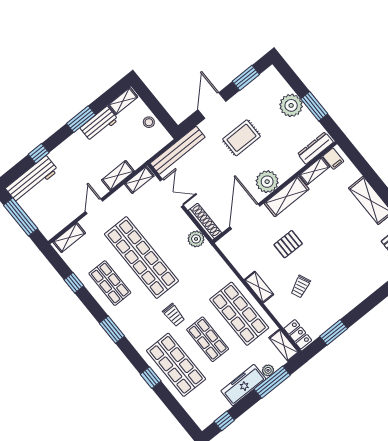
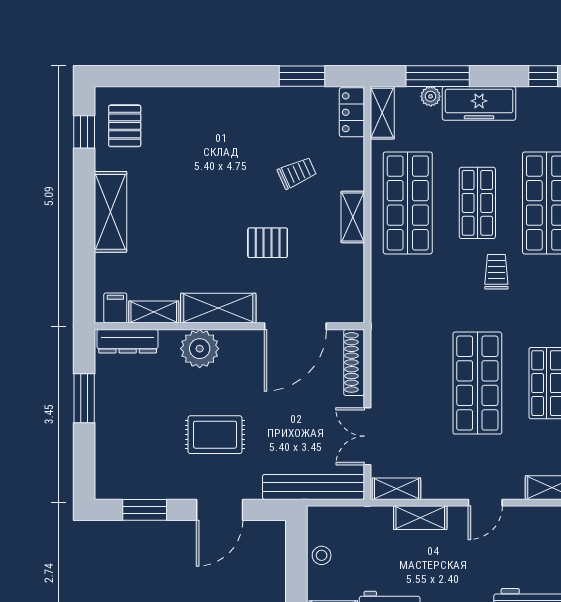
plant: (291, 105) -> (114, 424), removed
plant: (267, 182) -> (200, 349), moved
plant: (196, 239) -> (385, 349), removed
shop shelf: (141, 258) -> (477, 383), width x0.71

